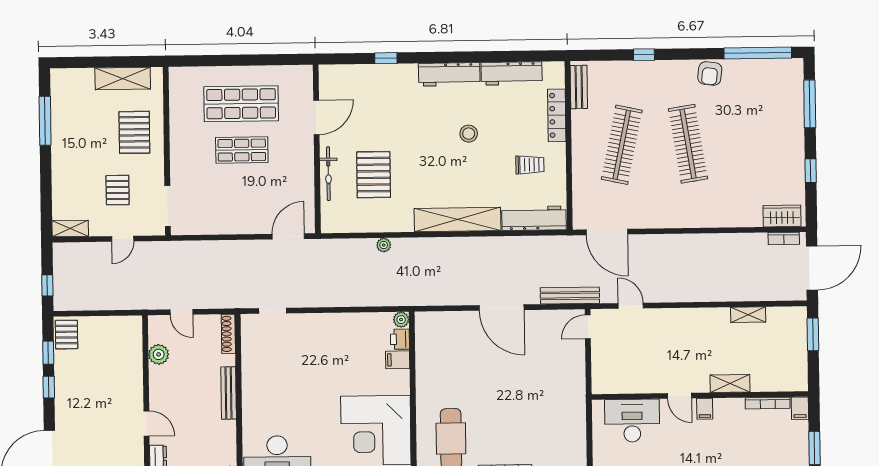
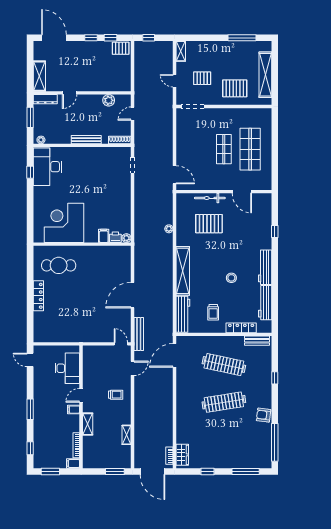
shelving: (123, 78) -> (265, 75), width x1.47
trolley: (677, 335) -> (116, 395), added

